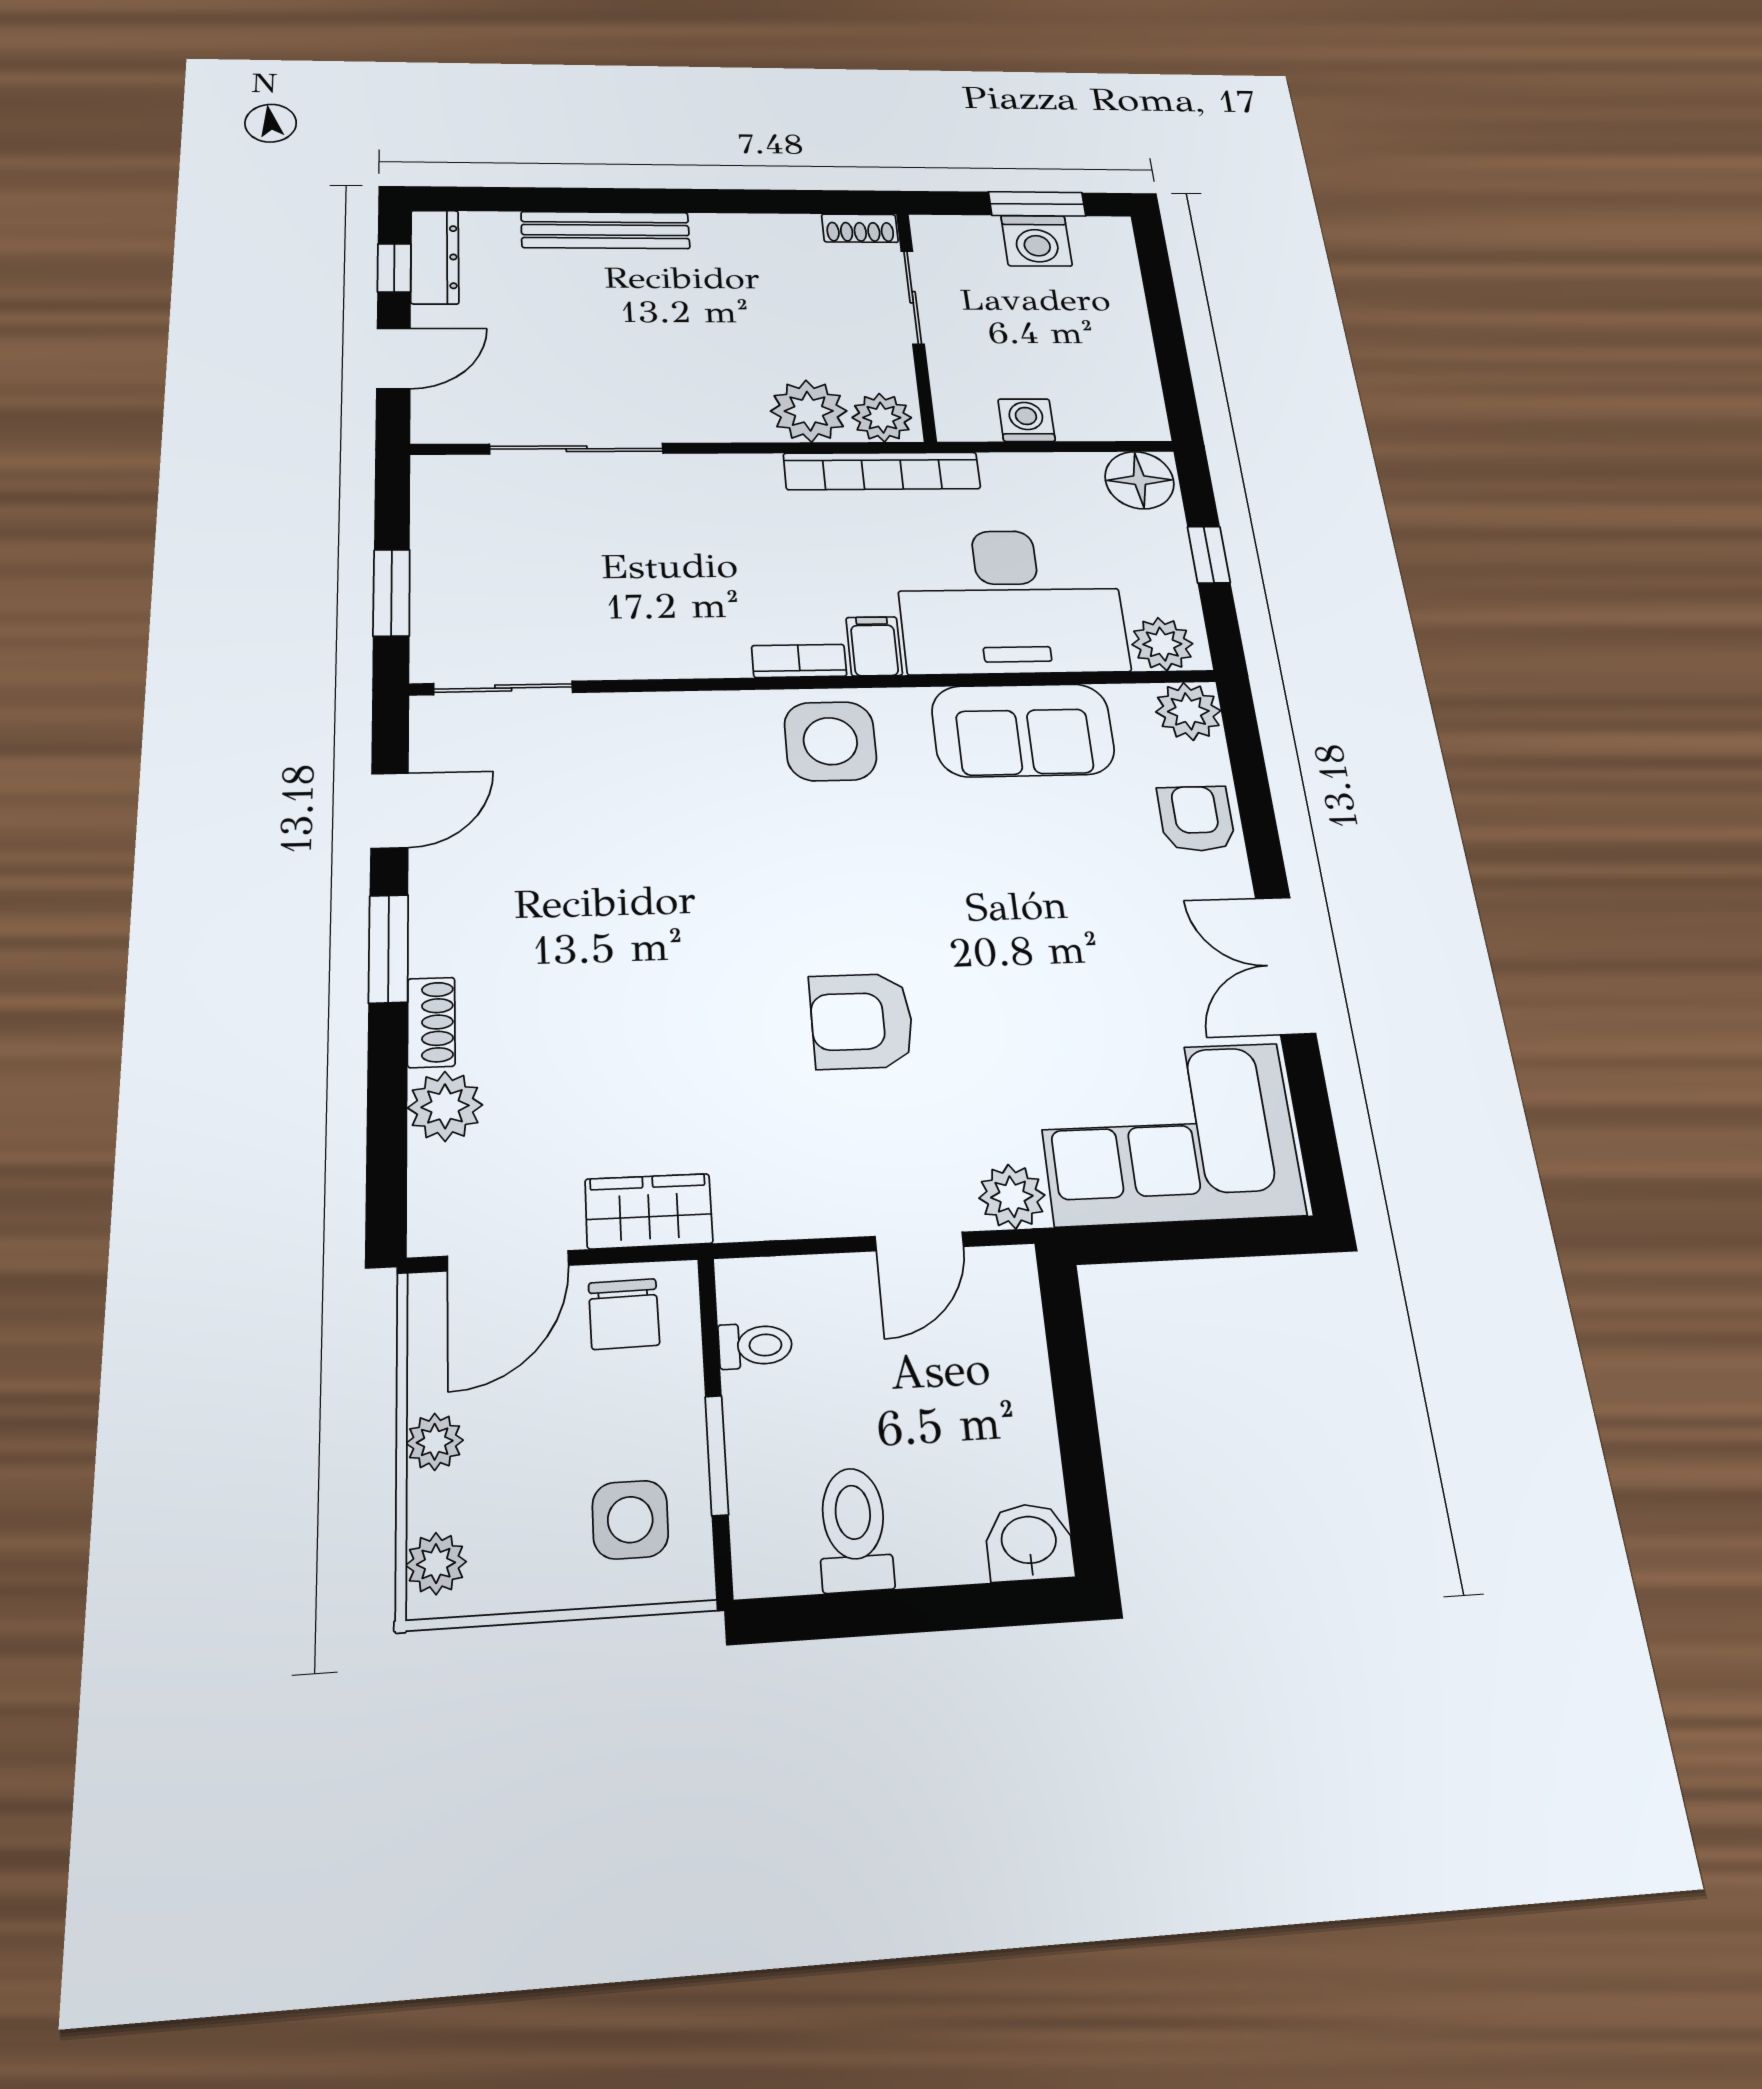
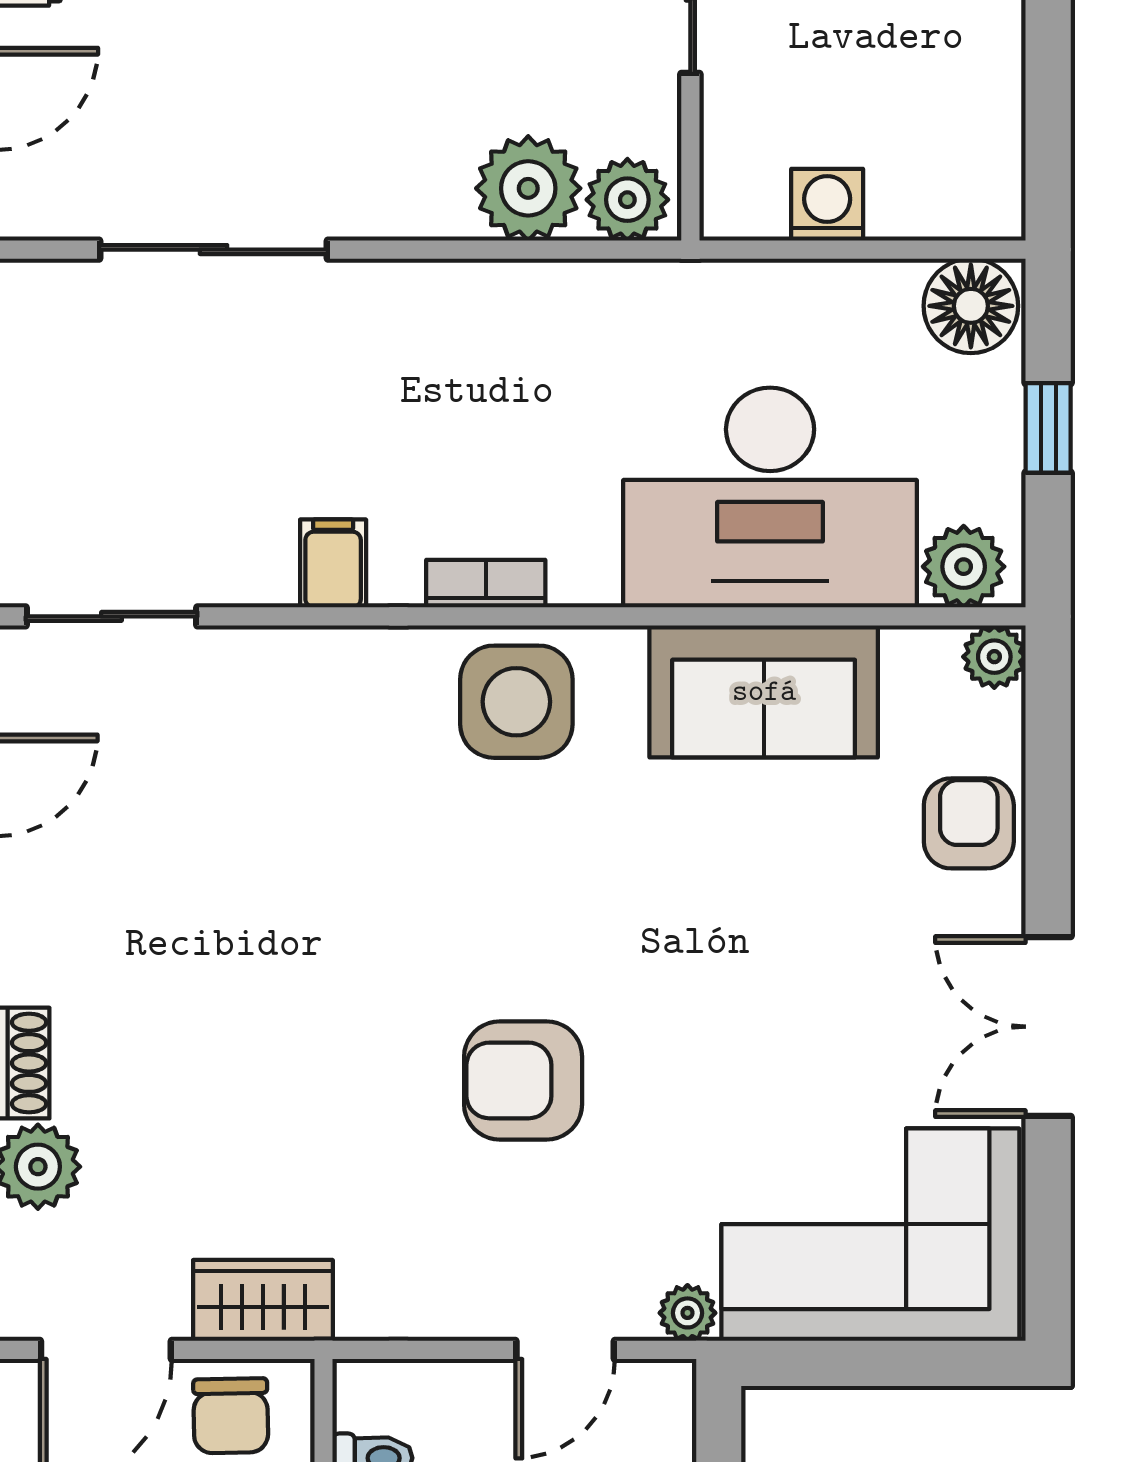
bookcase: (882, 471) -> (620, 288), removed
filing cabinet: (874, 646) -> (333, 563), moved
plant: (1188, 711) -> (994, 657), width x0.73, depth x0.73
plant: (1012, 1197) -> (688, 1313), width x0.73, depth x0.73

